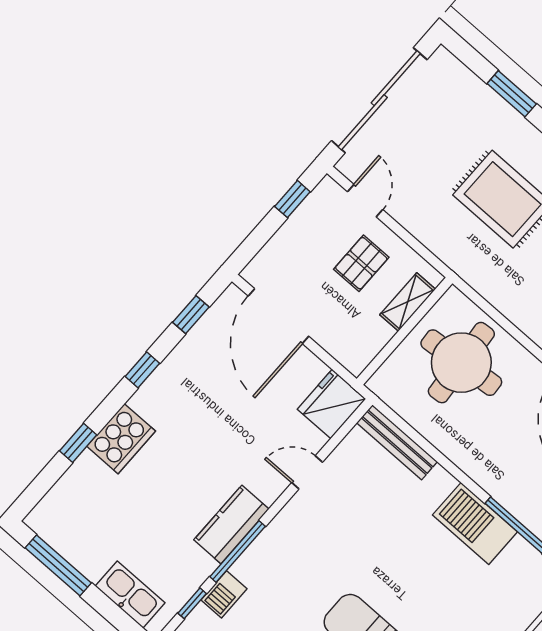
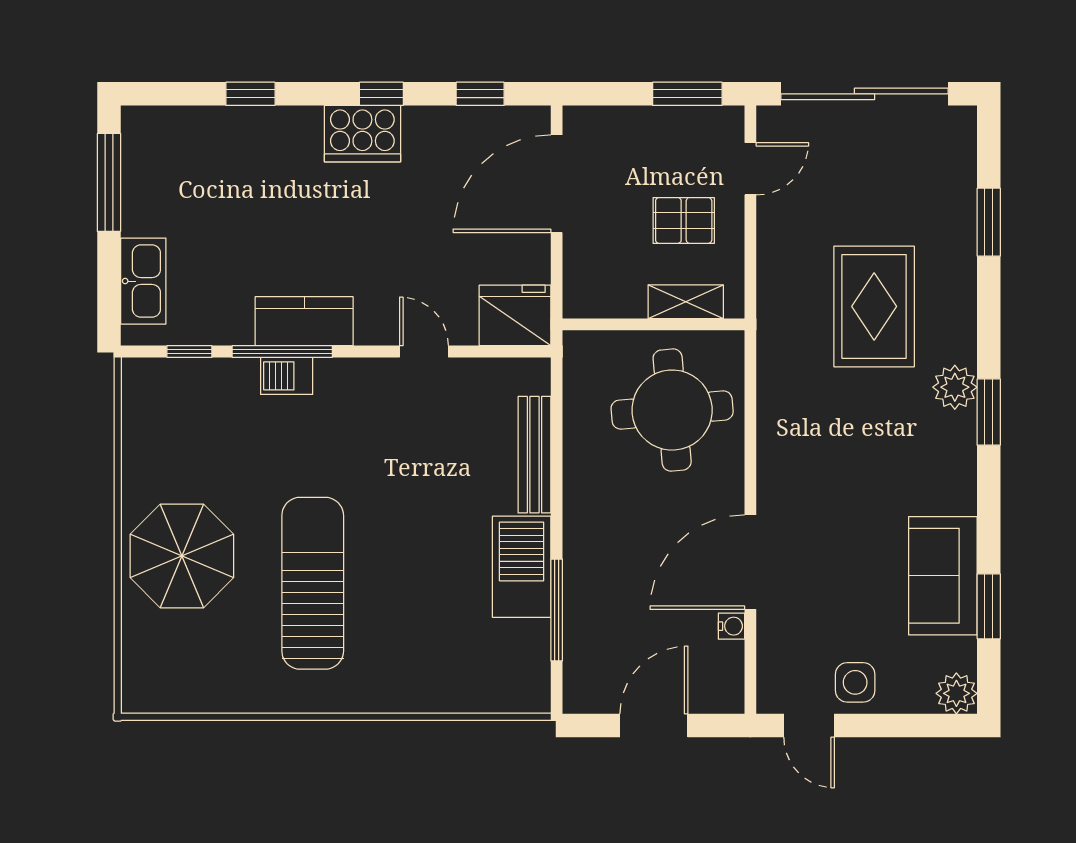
window: (292, 199) -> (687, 94), width x1.50
cooker: (121, 439) -> (362, 134), moved
bench: (397, 442) -> (534, 455), moved
barbecue: (224, 594) -> (287, 376), moved

